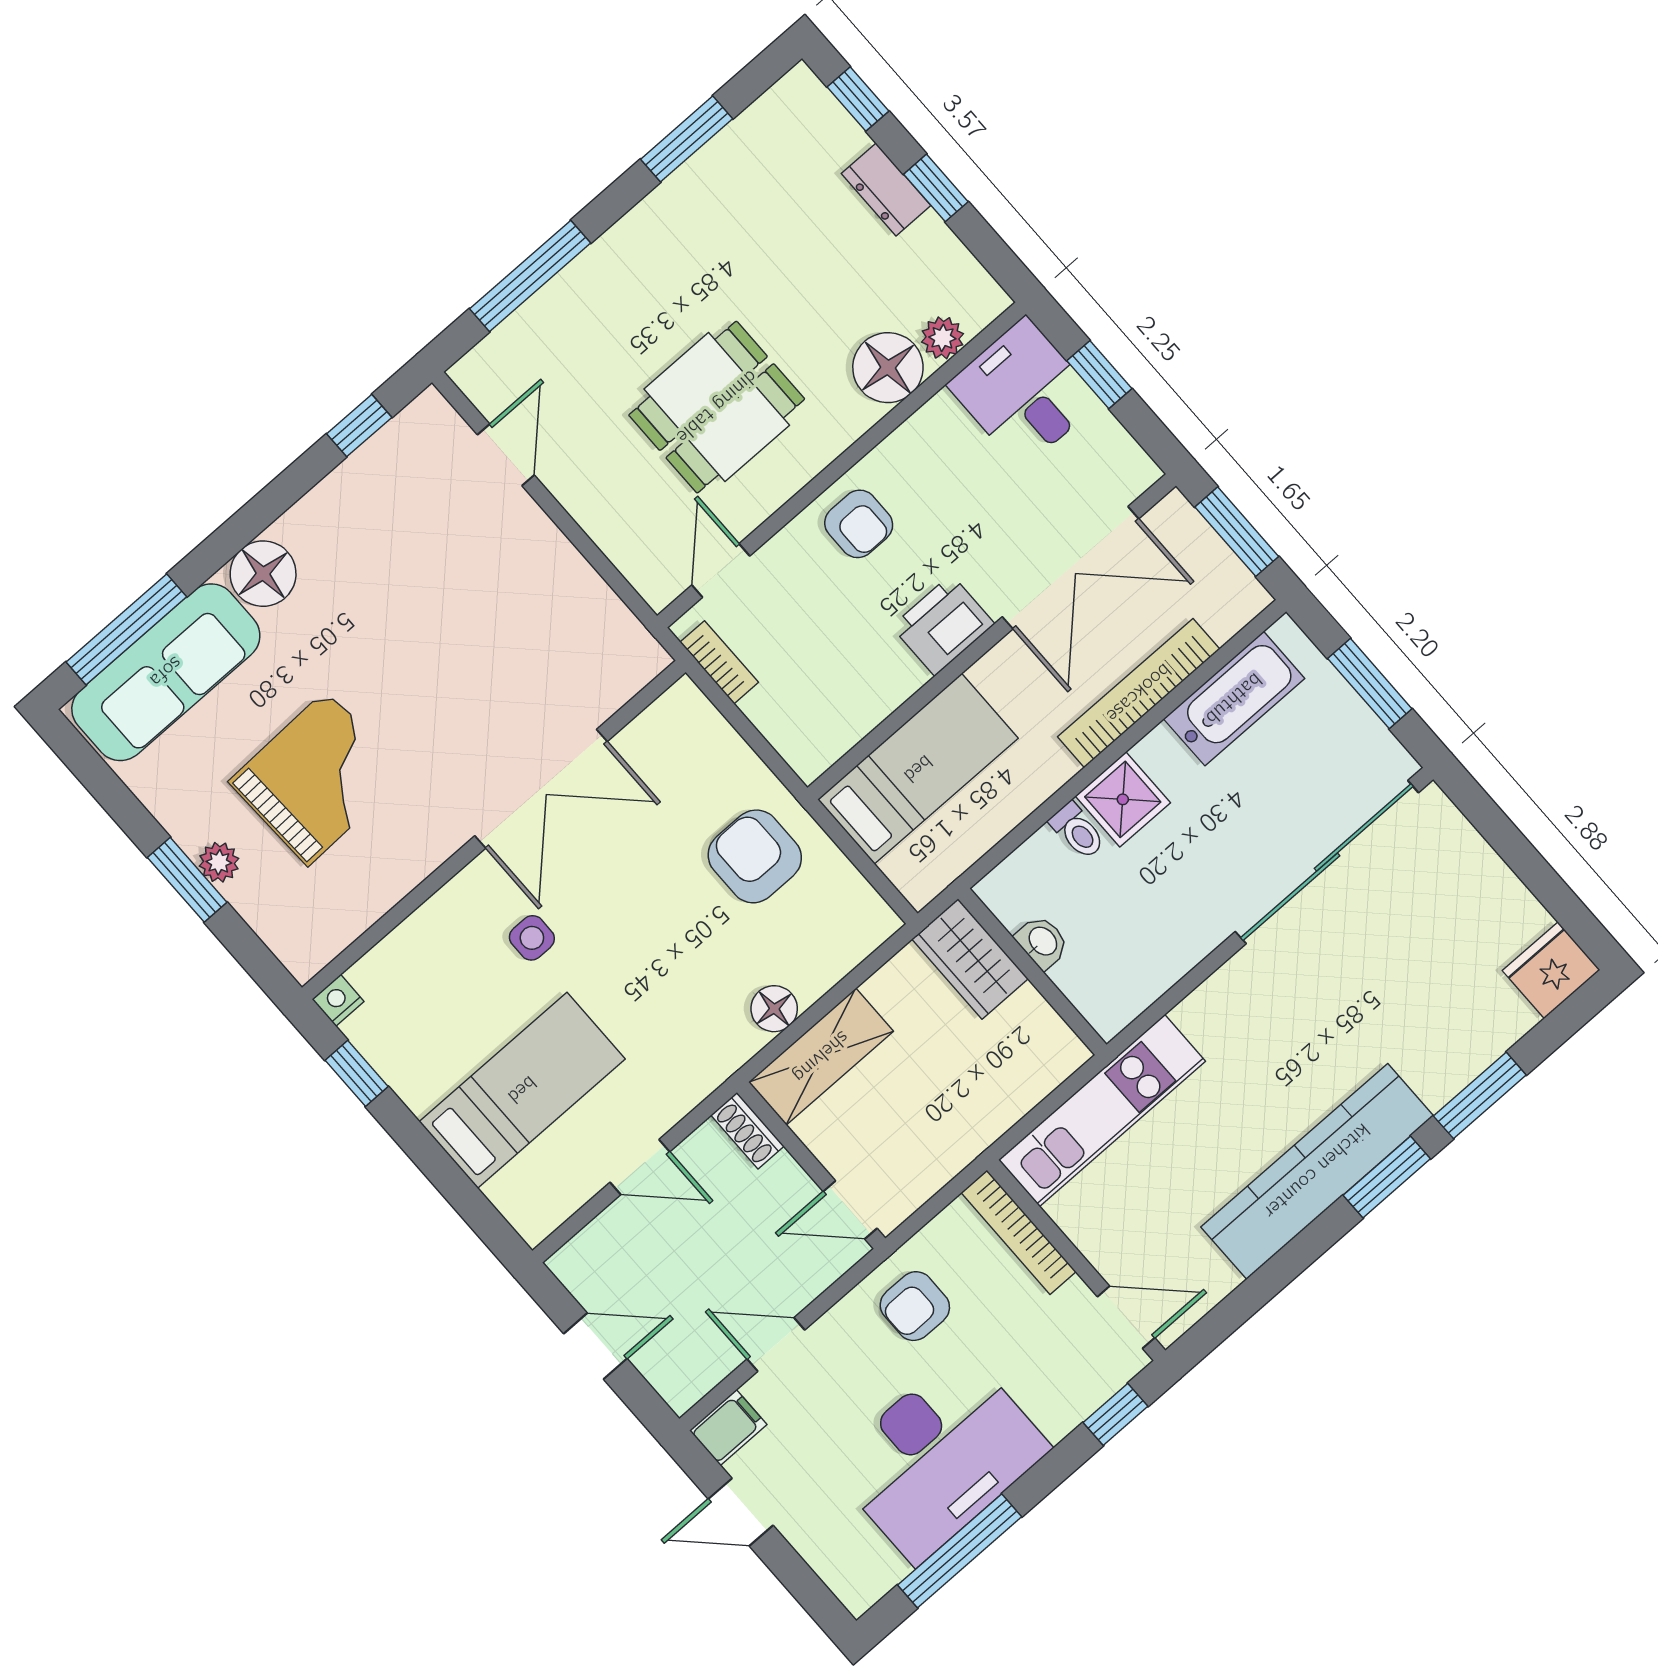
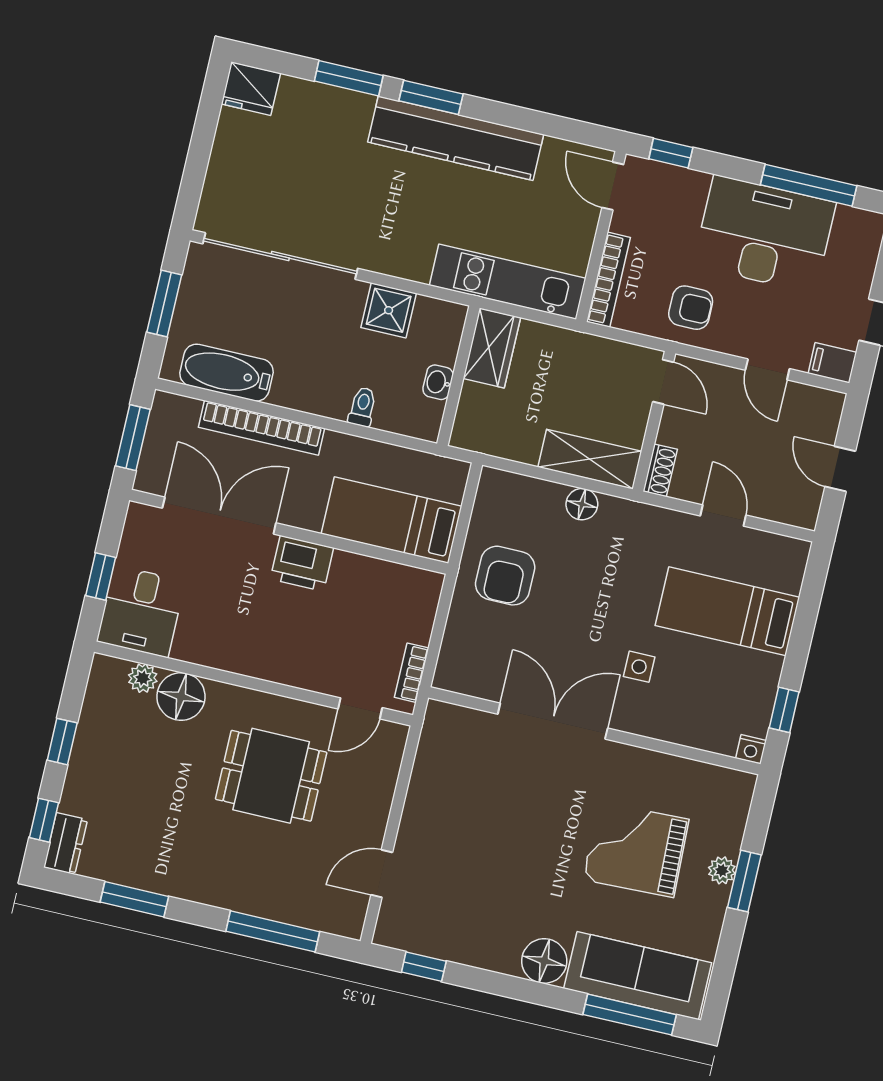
dresser: (886, 190) -> (66, 844), moved
armchair: (859, 524) -> (279, 650), removed
shower: (1123, 799) -> (389, 310), moved
wardrobe: (970, 959) -> (492, 348), moved

